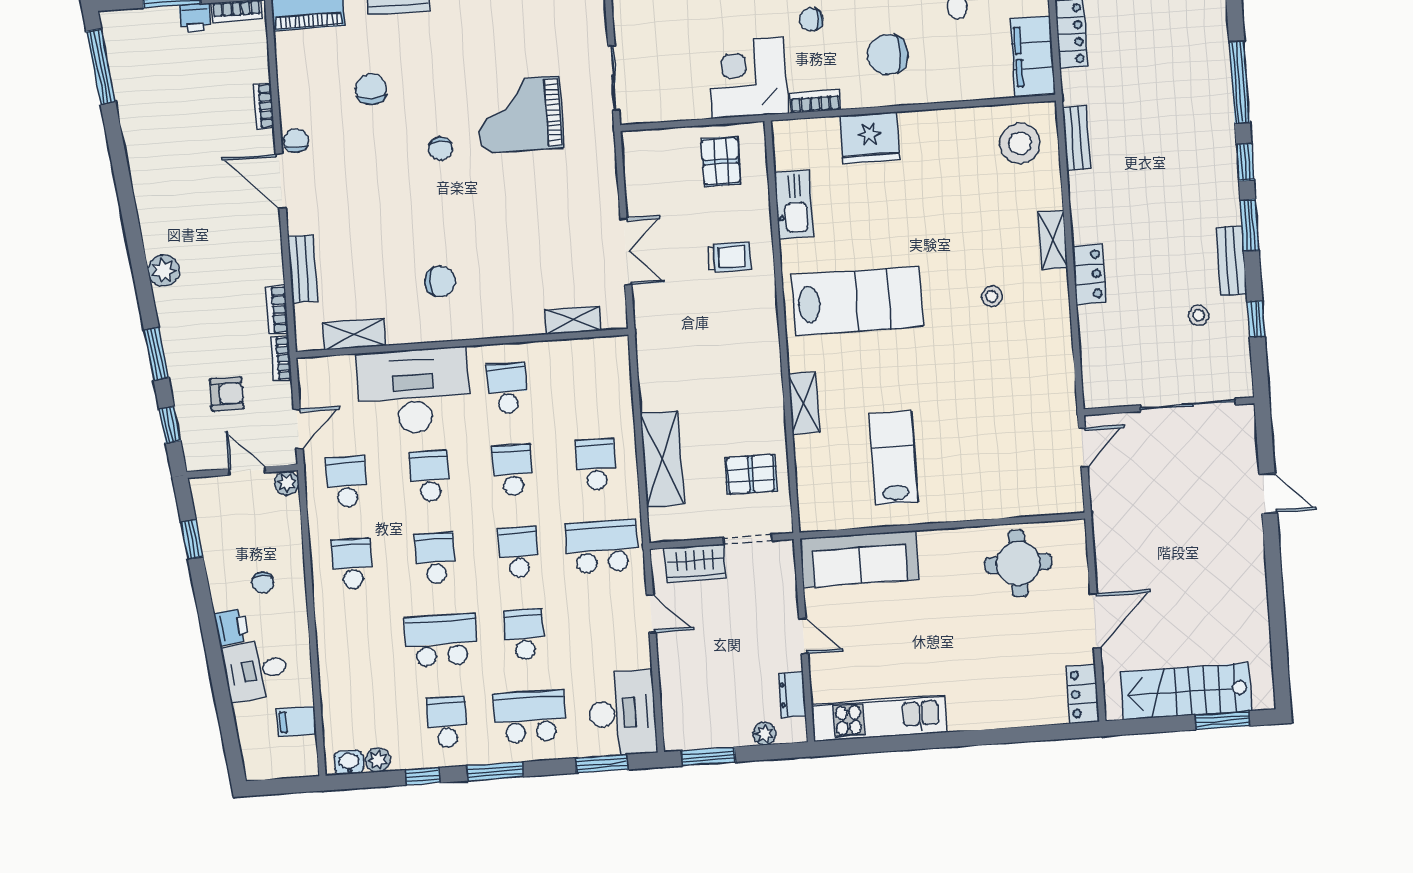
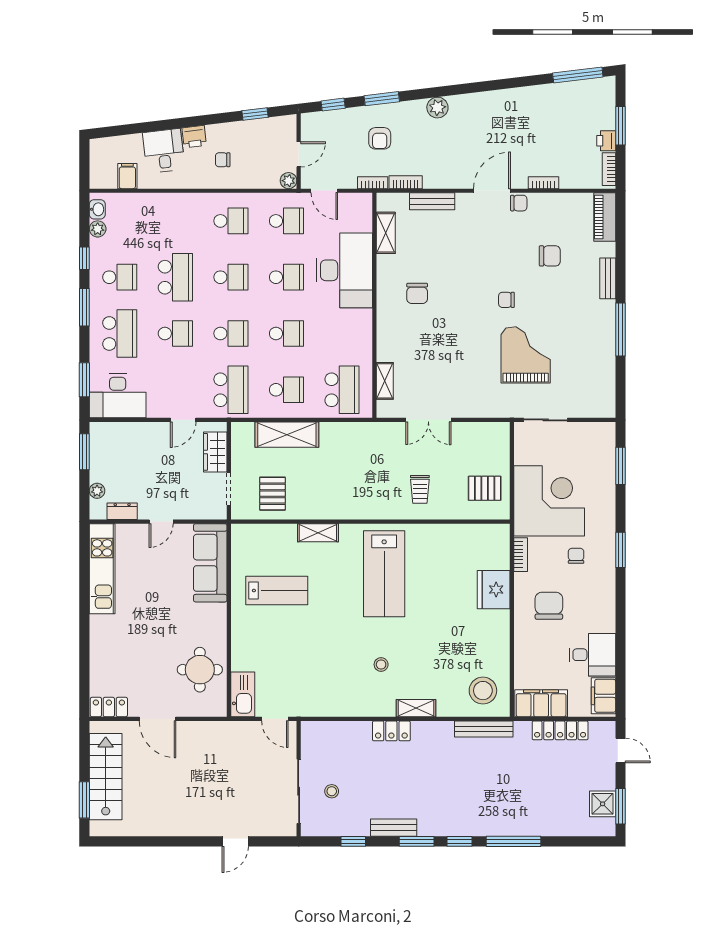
corner desk: (748, 78) -> (549, 501), width x1.36, depth x1.36
bench: (1077, 138) -> (484, 729), width x1.36
kitchen sink: (794, 204) -> (243, 694), moved, turned -90
stool: (1199, 315) -> (332, 791), moved
school desk: (507, 388) -> (342, 390), moved, width x1.85
armchair: (227, 394) -> (380, 138), moved

